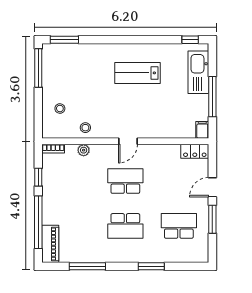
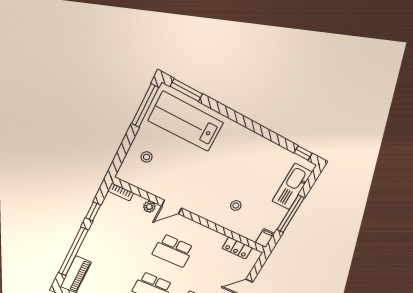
lab bench: (138, 73) -> (186, 122), moved, width x1.36, depth x1.39
stool: (85, 128) -> (236, 206), moved
door: (128, 141) -> (172, 207), moved
locker: (195, 151) -> (237, 248), moved
school desk: (125, 181) -> (173, 251), turned 180

